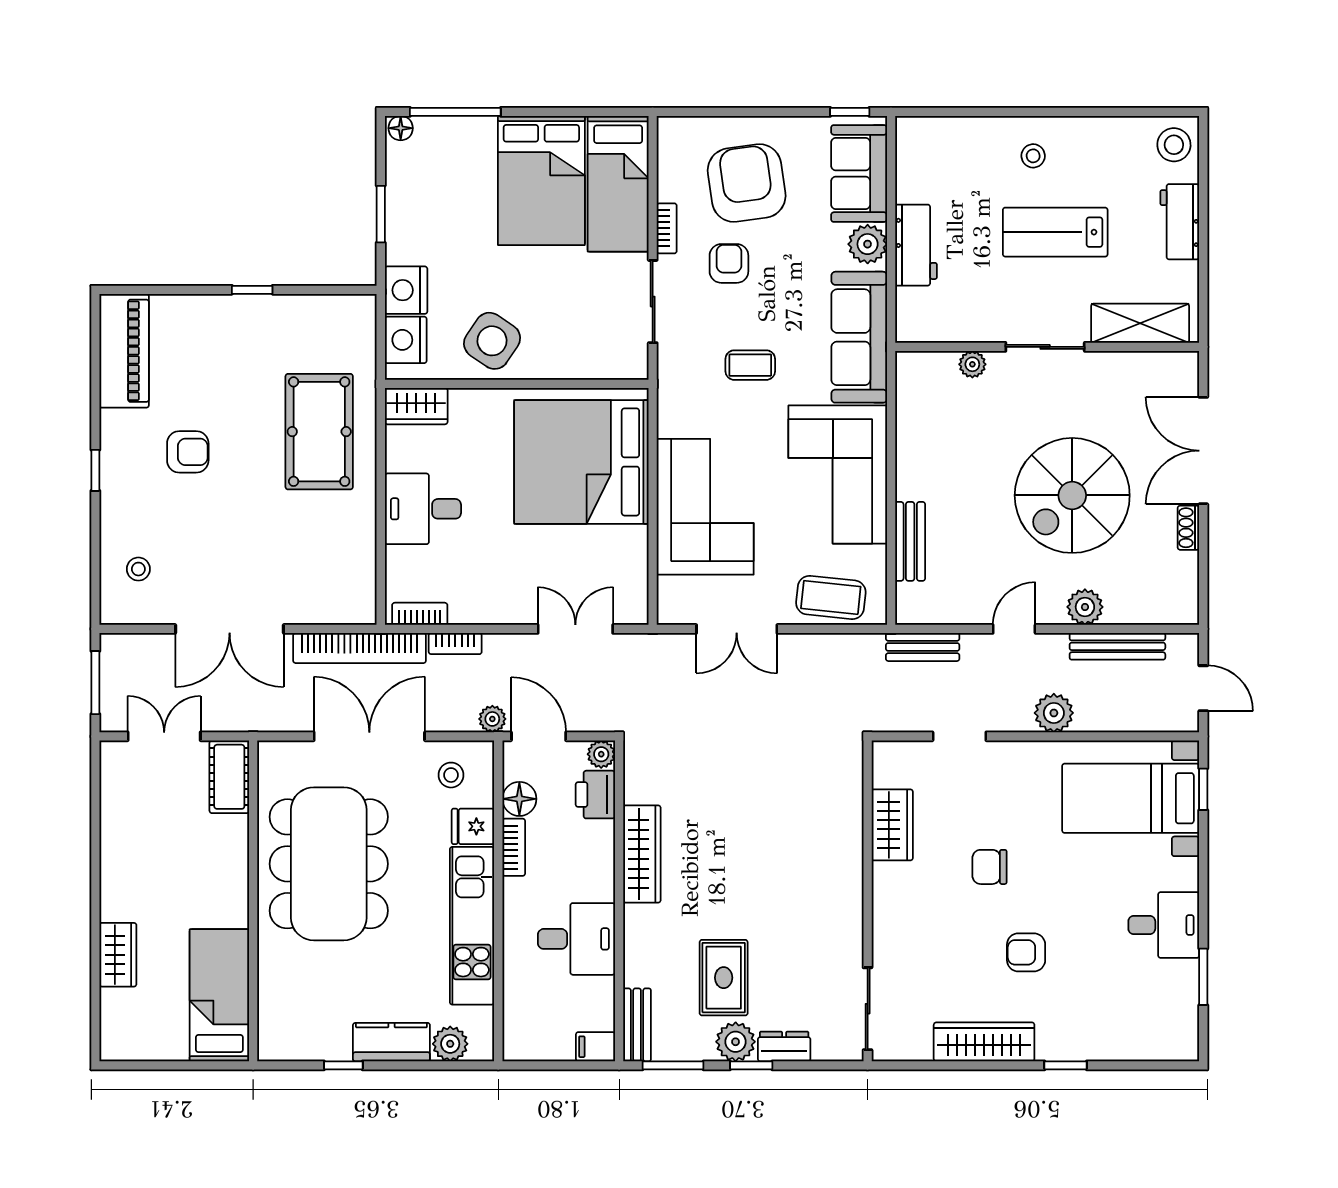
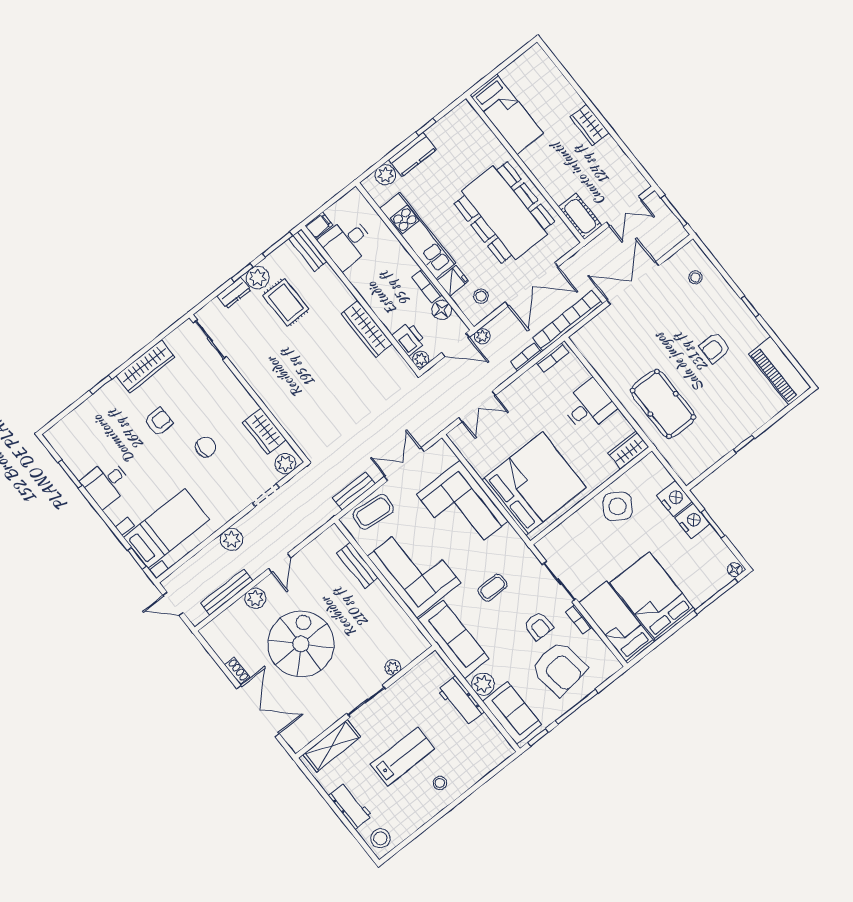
window: (764, 112) -> (577, 707), added
nightstand: (406, 340) -> (692, 521), moved
bench: (923, 647) -> (354, 491), moved
plant: (899, 758) -> (285, 464), added
desk: (576, 939) -> (346, 243), moved
wardrobe: (118, 955) -> (590, 125), moved

